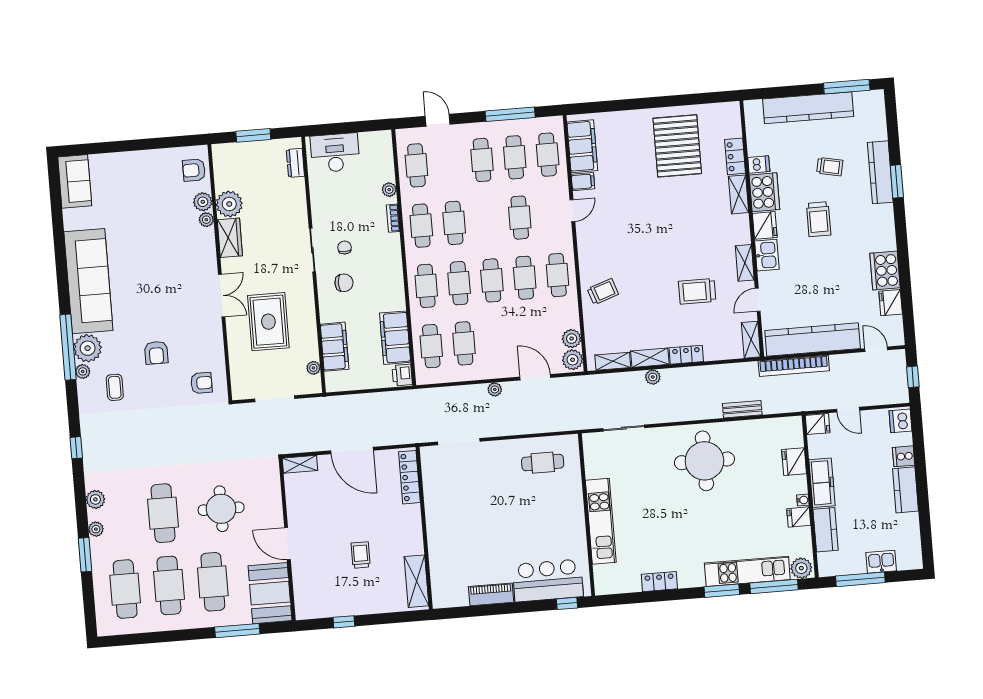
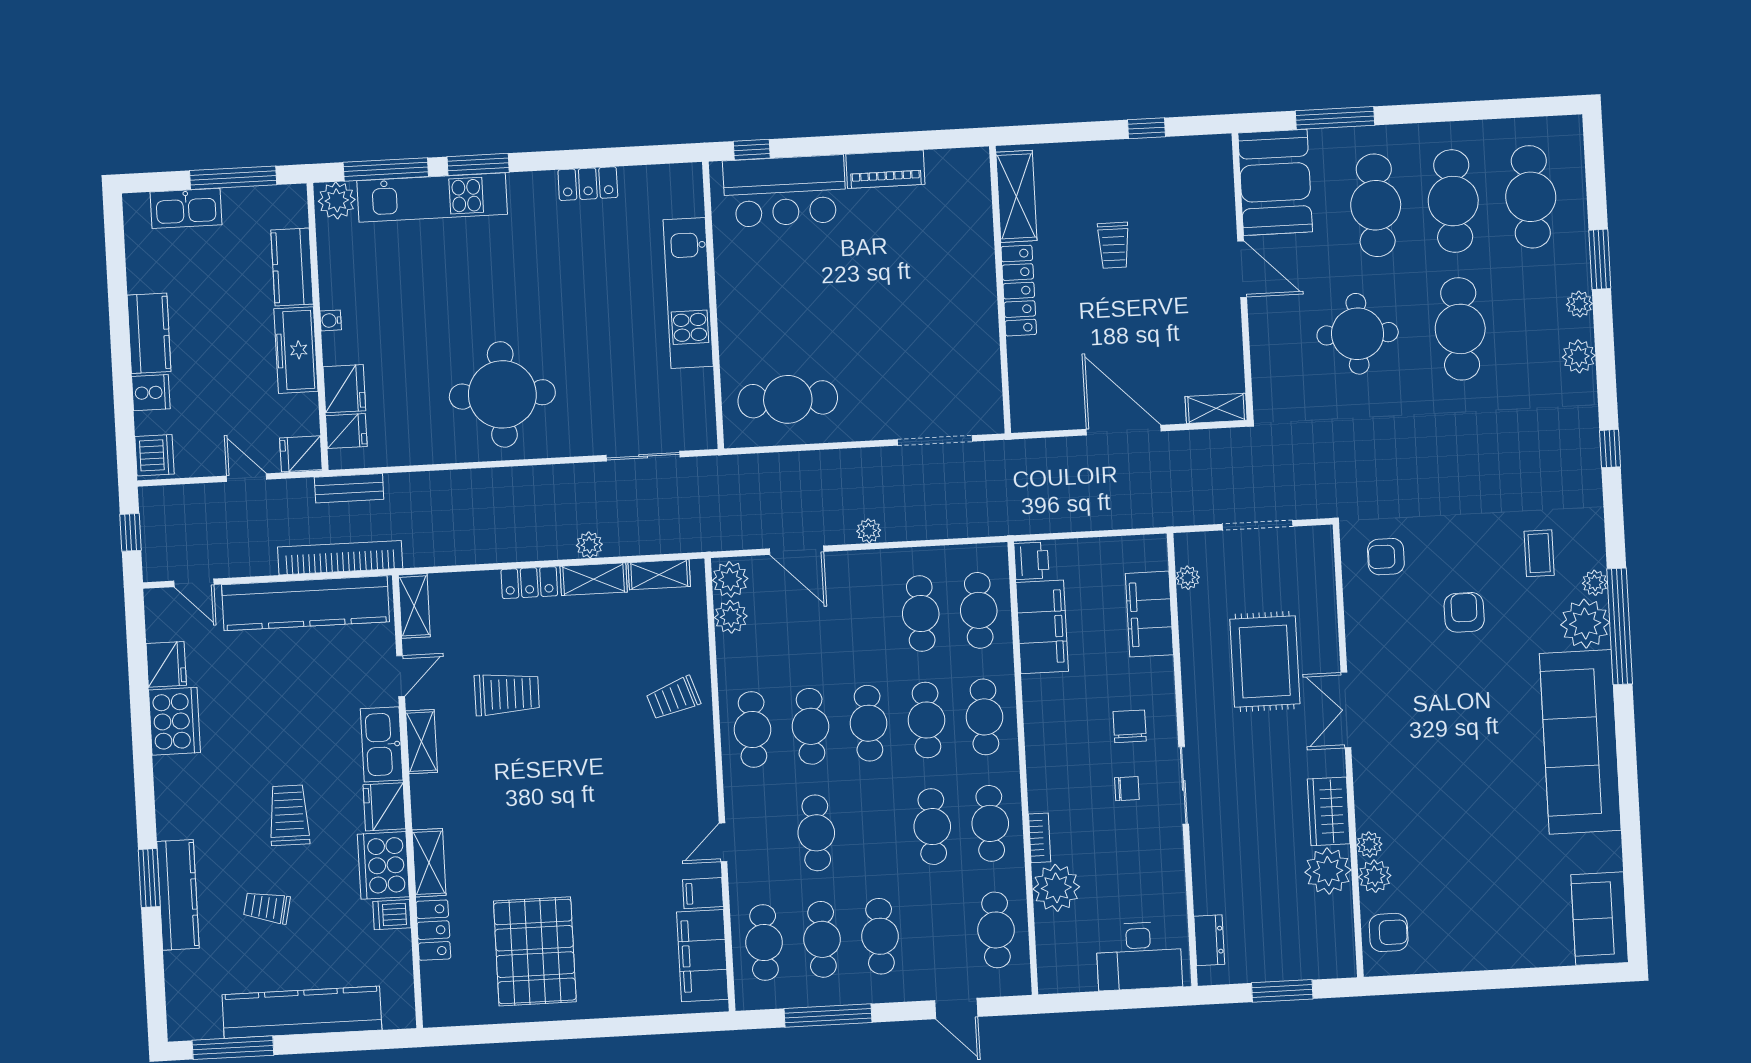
plant: (389, 190) -> (1056, 888), width x1.88, depth x1.88
chair: (345, 247) -> (1127, 789), turned -90
kitchen sink: (767, 255) -> (382, 744), width x1.38
chair: (344, 283) -> (1130, 726), turned 90
bench: (742, 409) -> (349, 488), moved
cafe table: (543, 463) -> (788, 399), width x1.37, depth x1.35
locker: (409, 477) -> (1019, 291), moved
fridge: (799, 517) -> (346, 431), moved
kitchen sink: (881, 562) -> (186, 208), width x1.38

